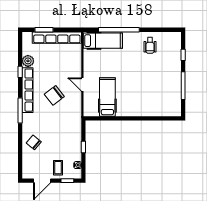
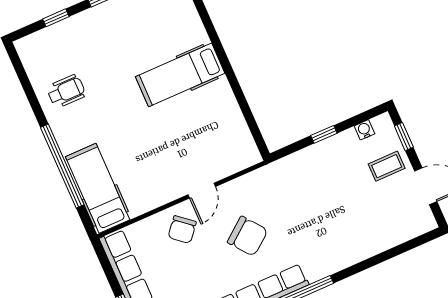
hospital bed: (107, 97) -> (180, 75), moved
chair: (34, 142) -> (182, 230), moved

